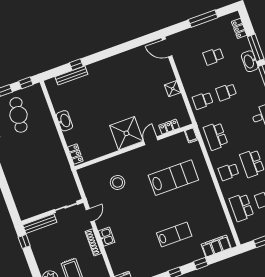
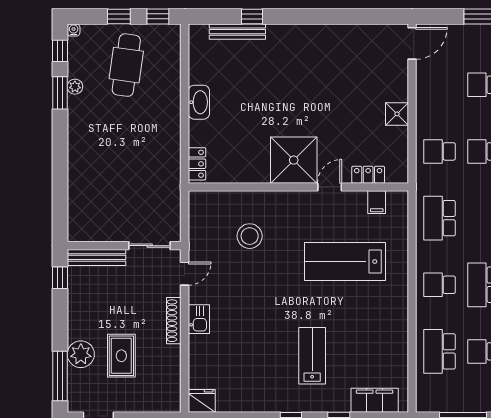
door: (167, 48) -> (412, 43), swing flipped
filing cabinet: (191, 135) -> (377, 202), moved
lab bench: (173, 178) -> (345, 261), turned 180
lab bench: (174, 234) -> (312, 356), turned -90

